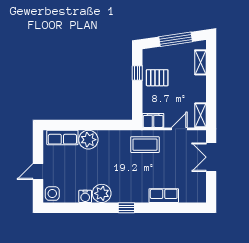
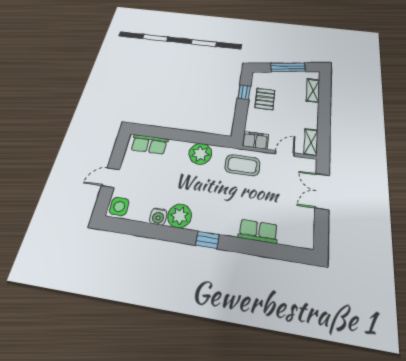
pallet: (157, 78) -> (265, 99), turned 90
plant: (88, 140) -> (200, 154), moved

